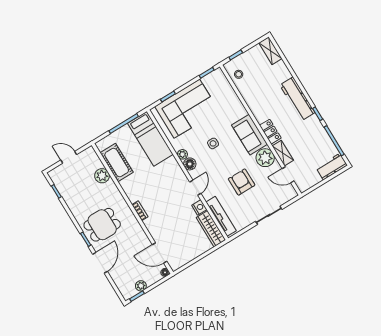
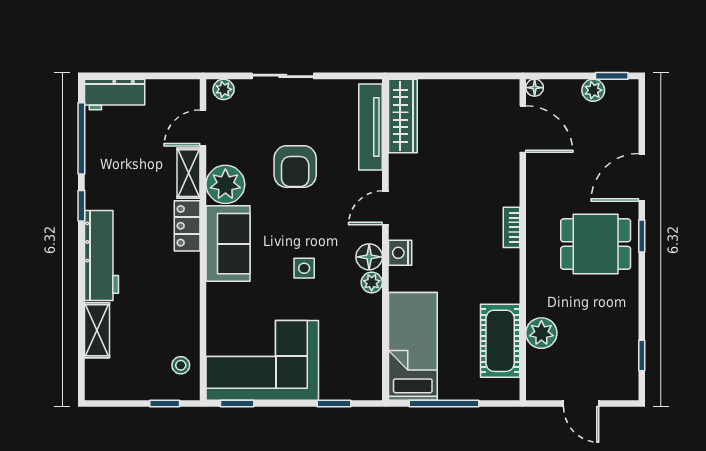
shelving: (270, 51) -> (97, 330), moved
corner sofa: (187, 109) -> (262, 360), moved
door: (288, 175) -> (203, 128), swing flipped
plant: (289, 195) -> (224, 89), added
nightstand: (199, 207) -> (400, 253), moved

